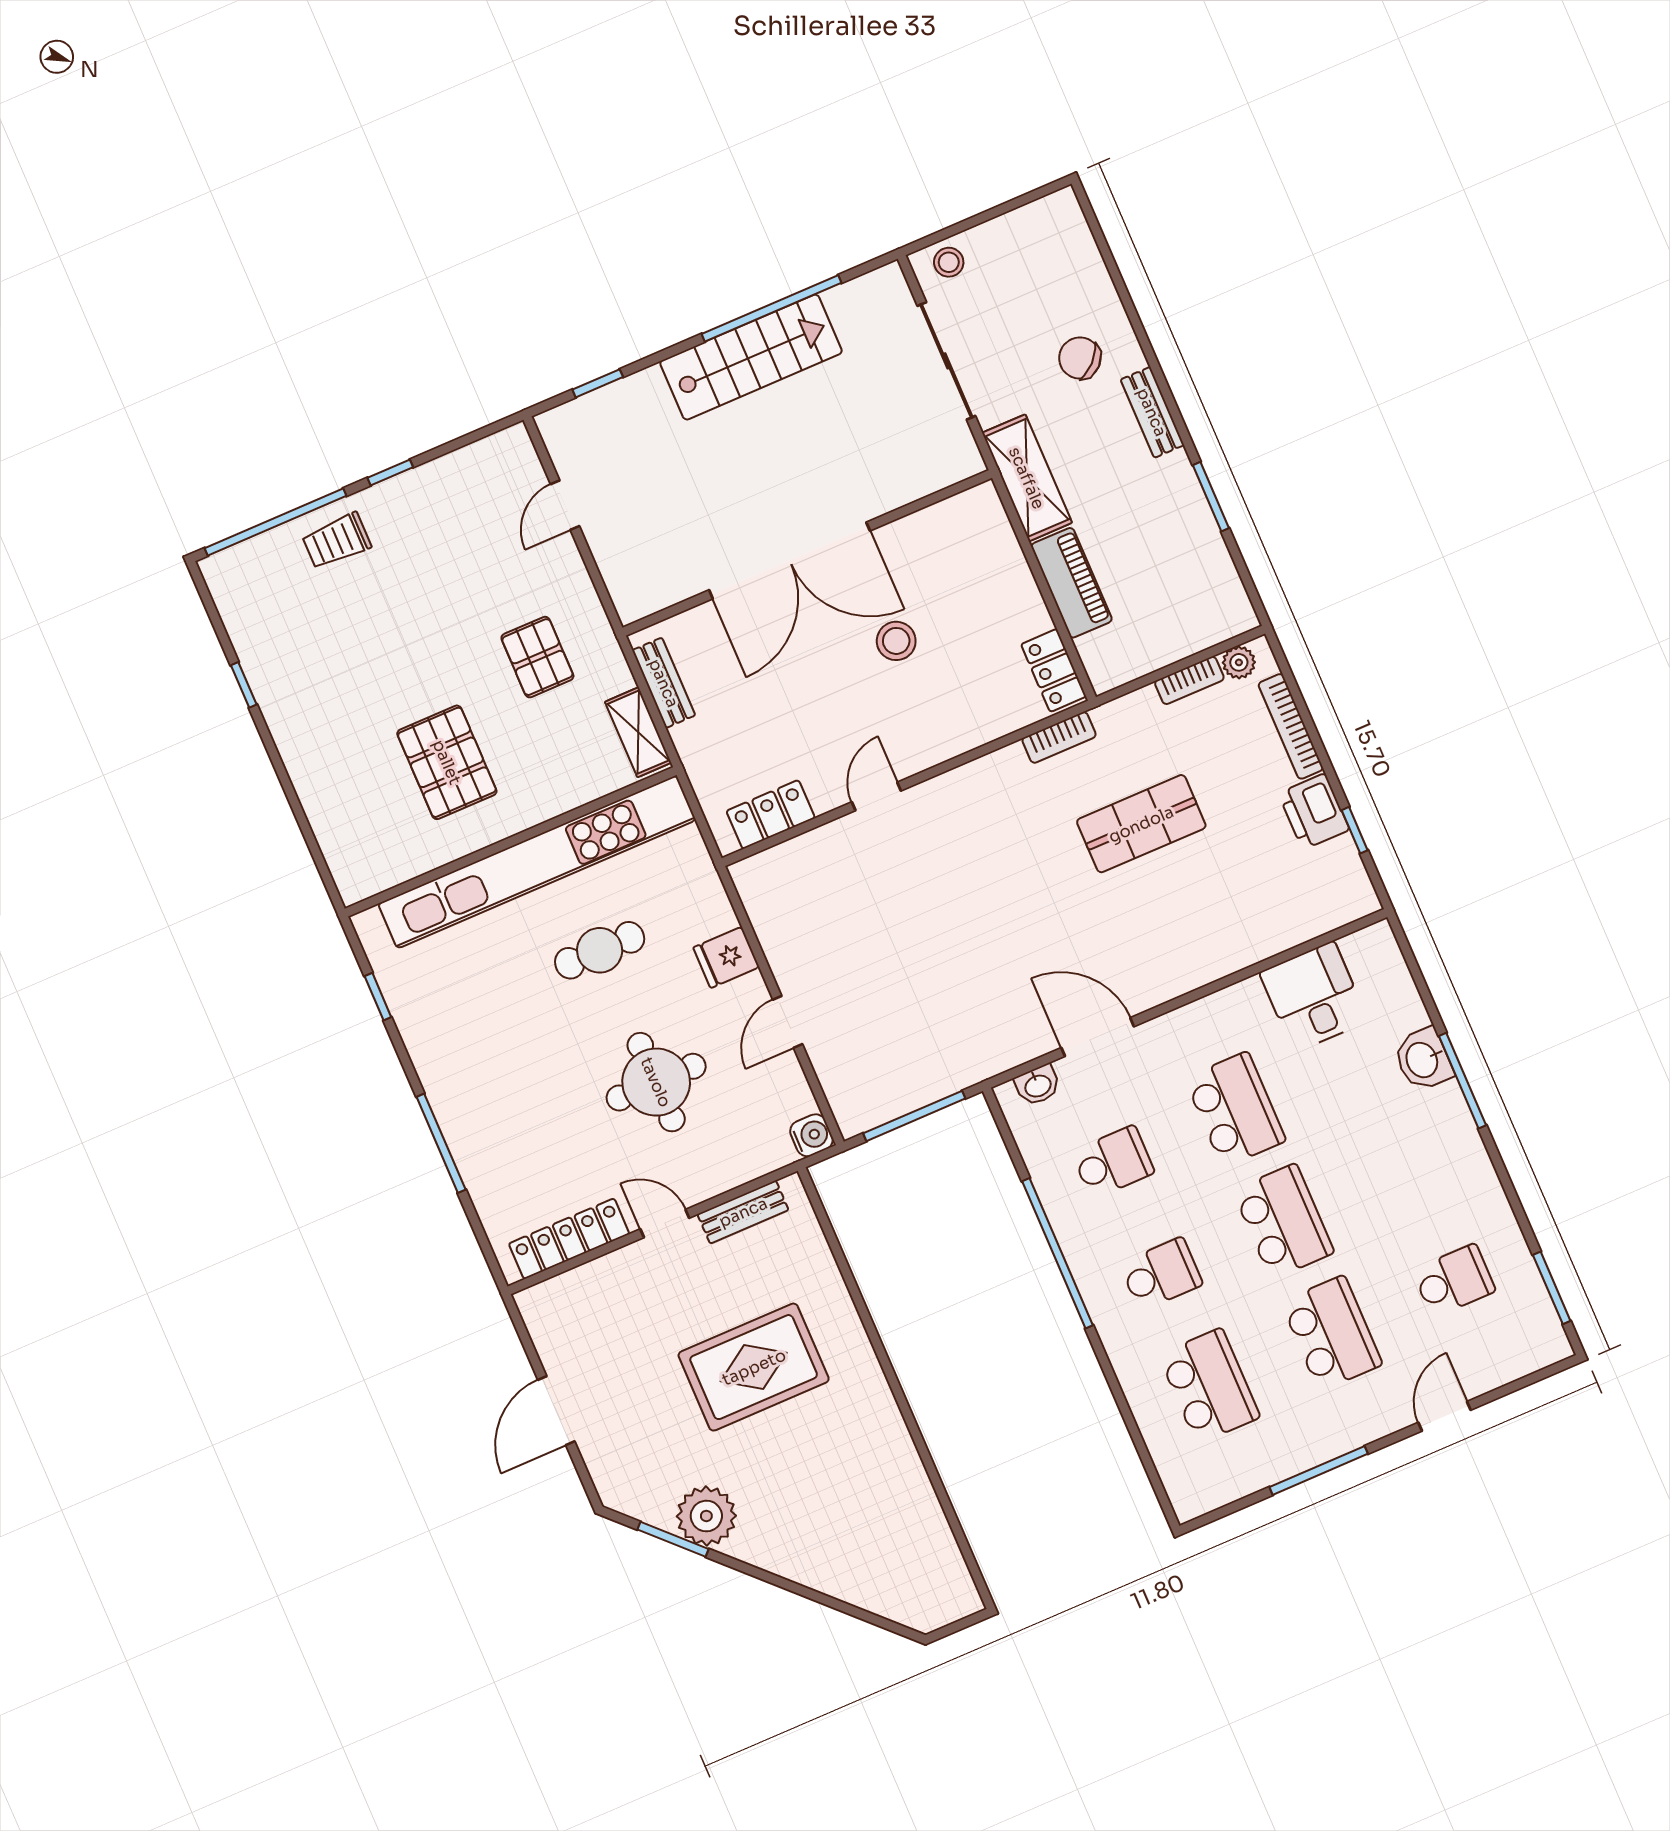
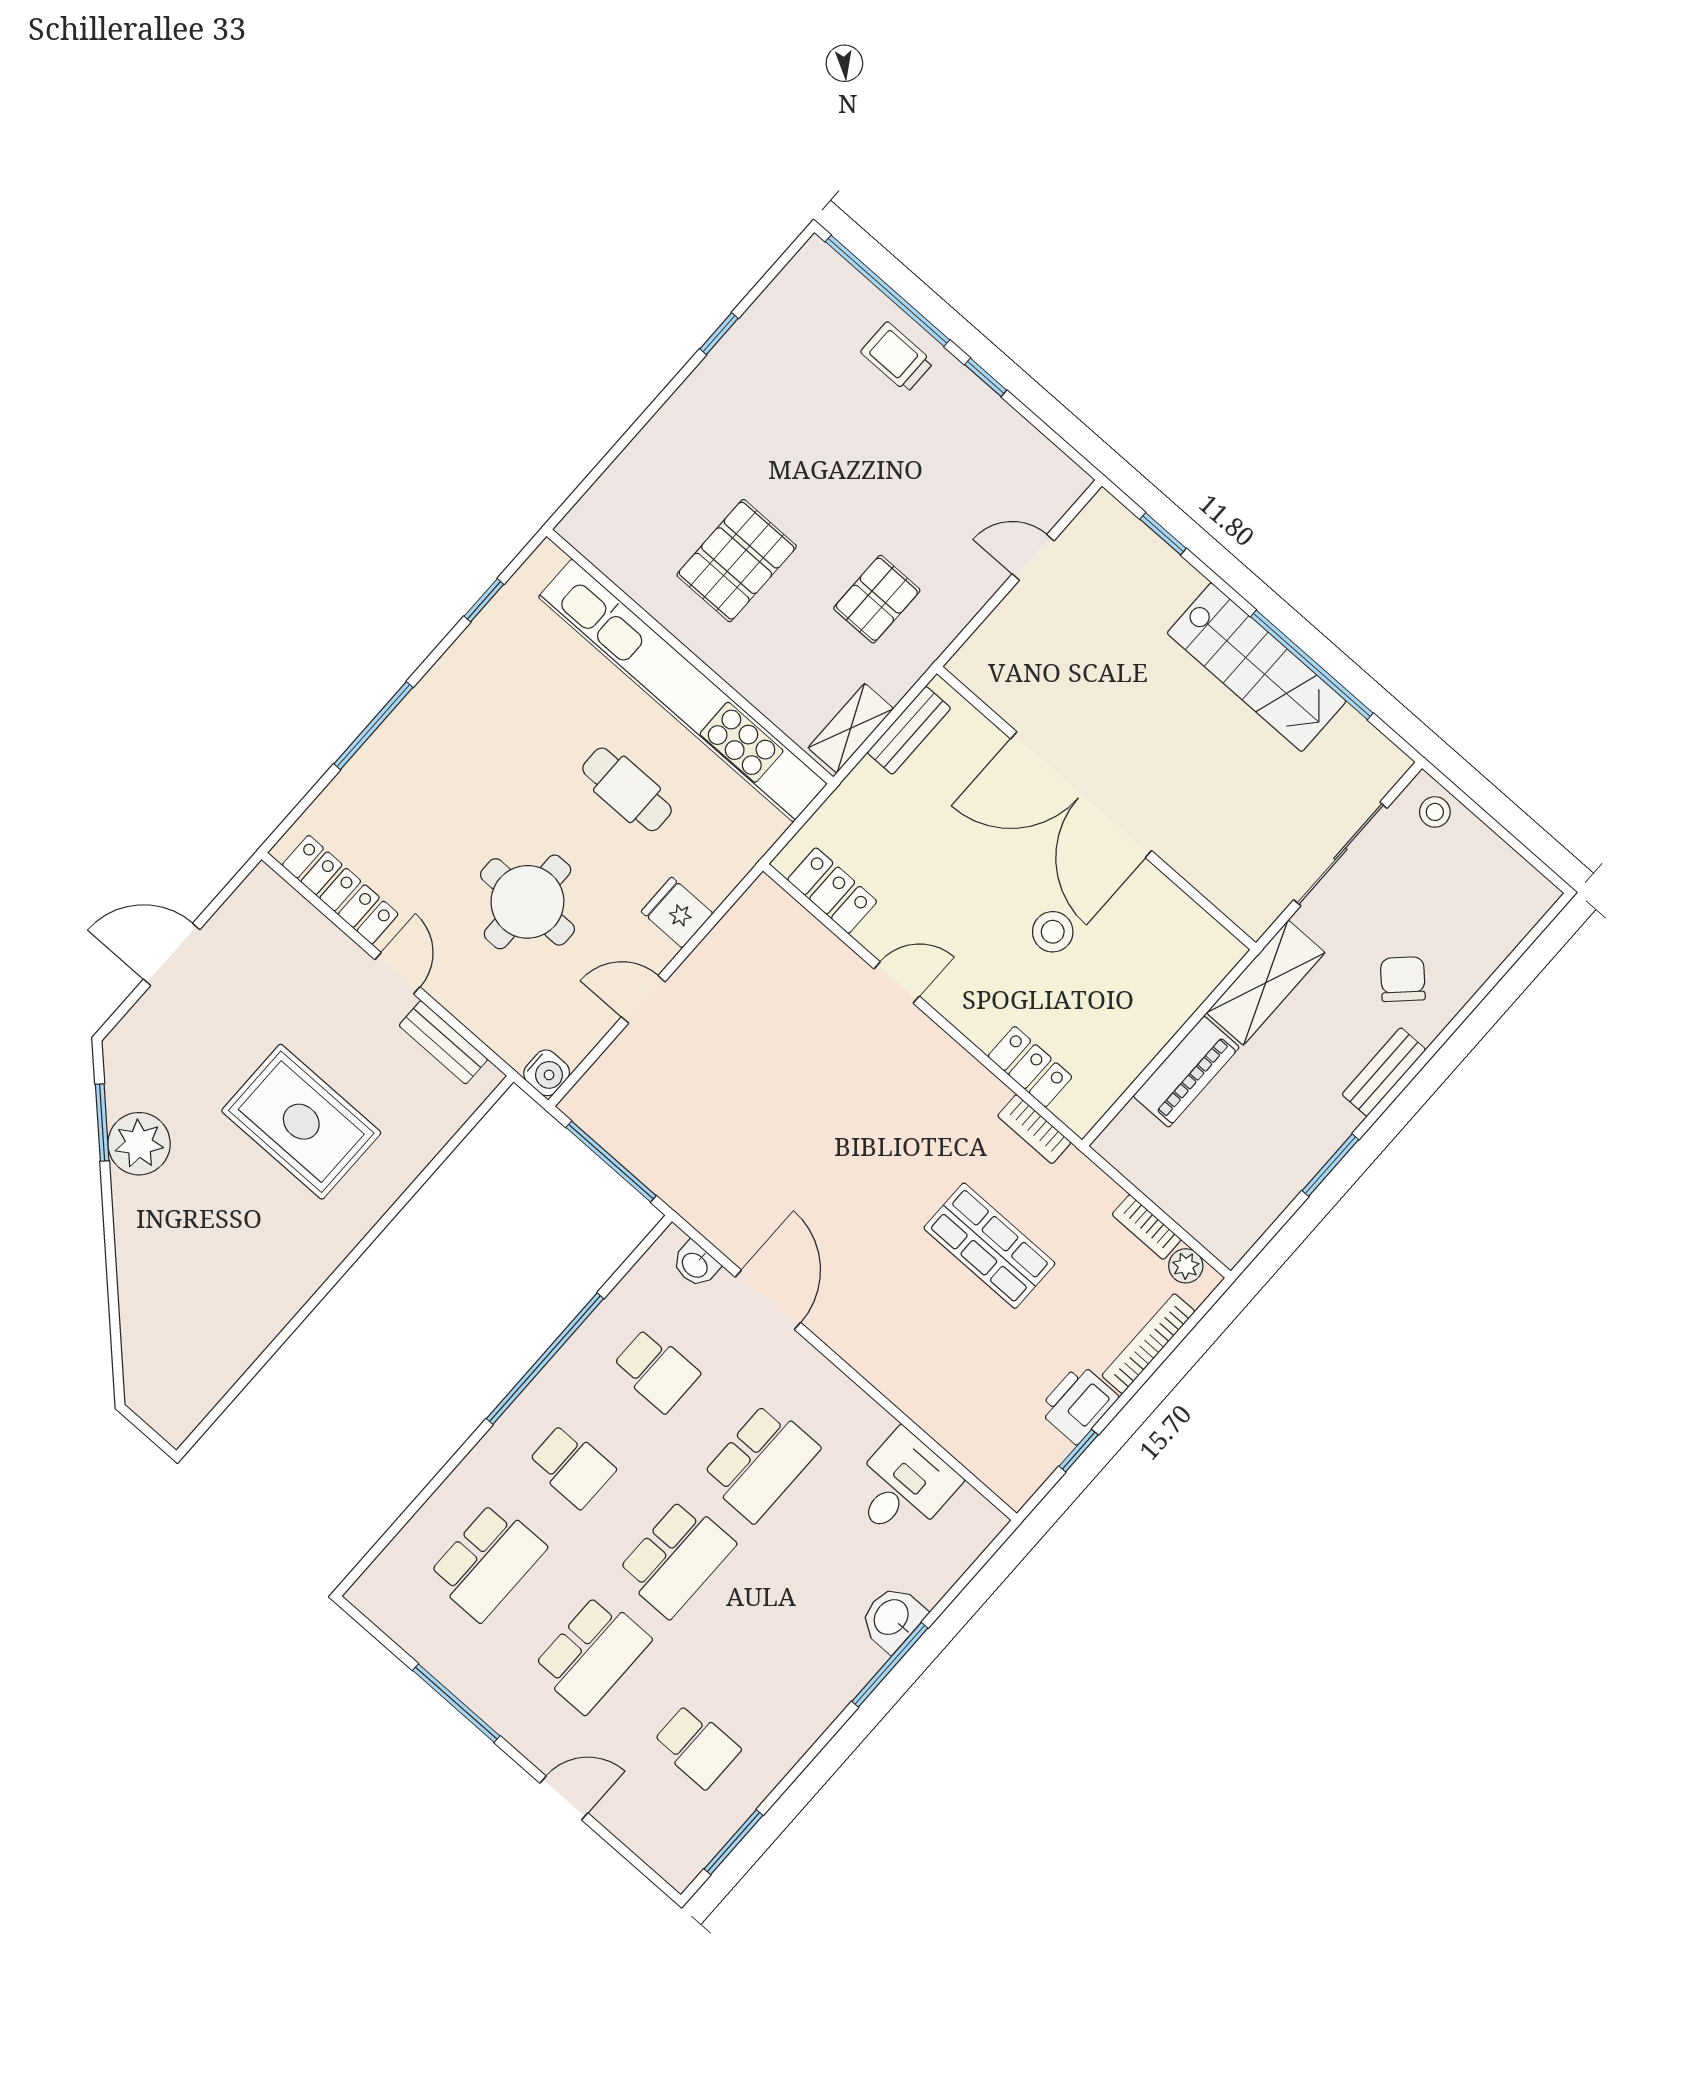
locker: (1054, 670) -> (1030, 1067), moved, turned 90

